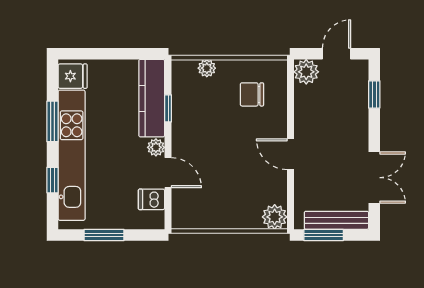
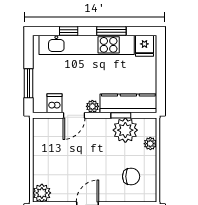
chair: (252, 94) -> (131, 176), turned 90
plant: (188, 102) -> (125, 130), added
window: (104, 235) -> (29, 83), moved

